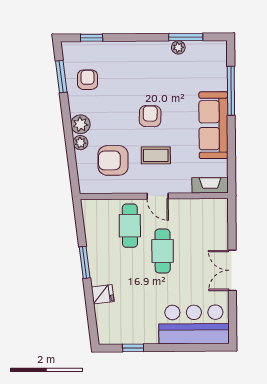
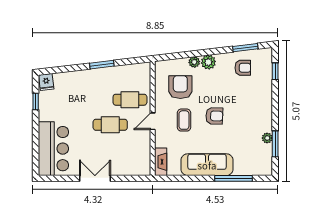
fridge: (103, 294) -> (46, 82), moved

